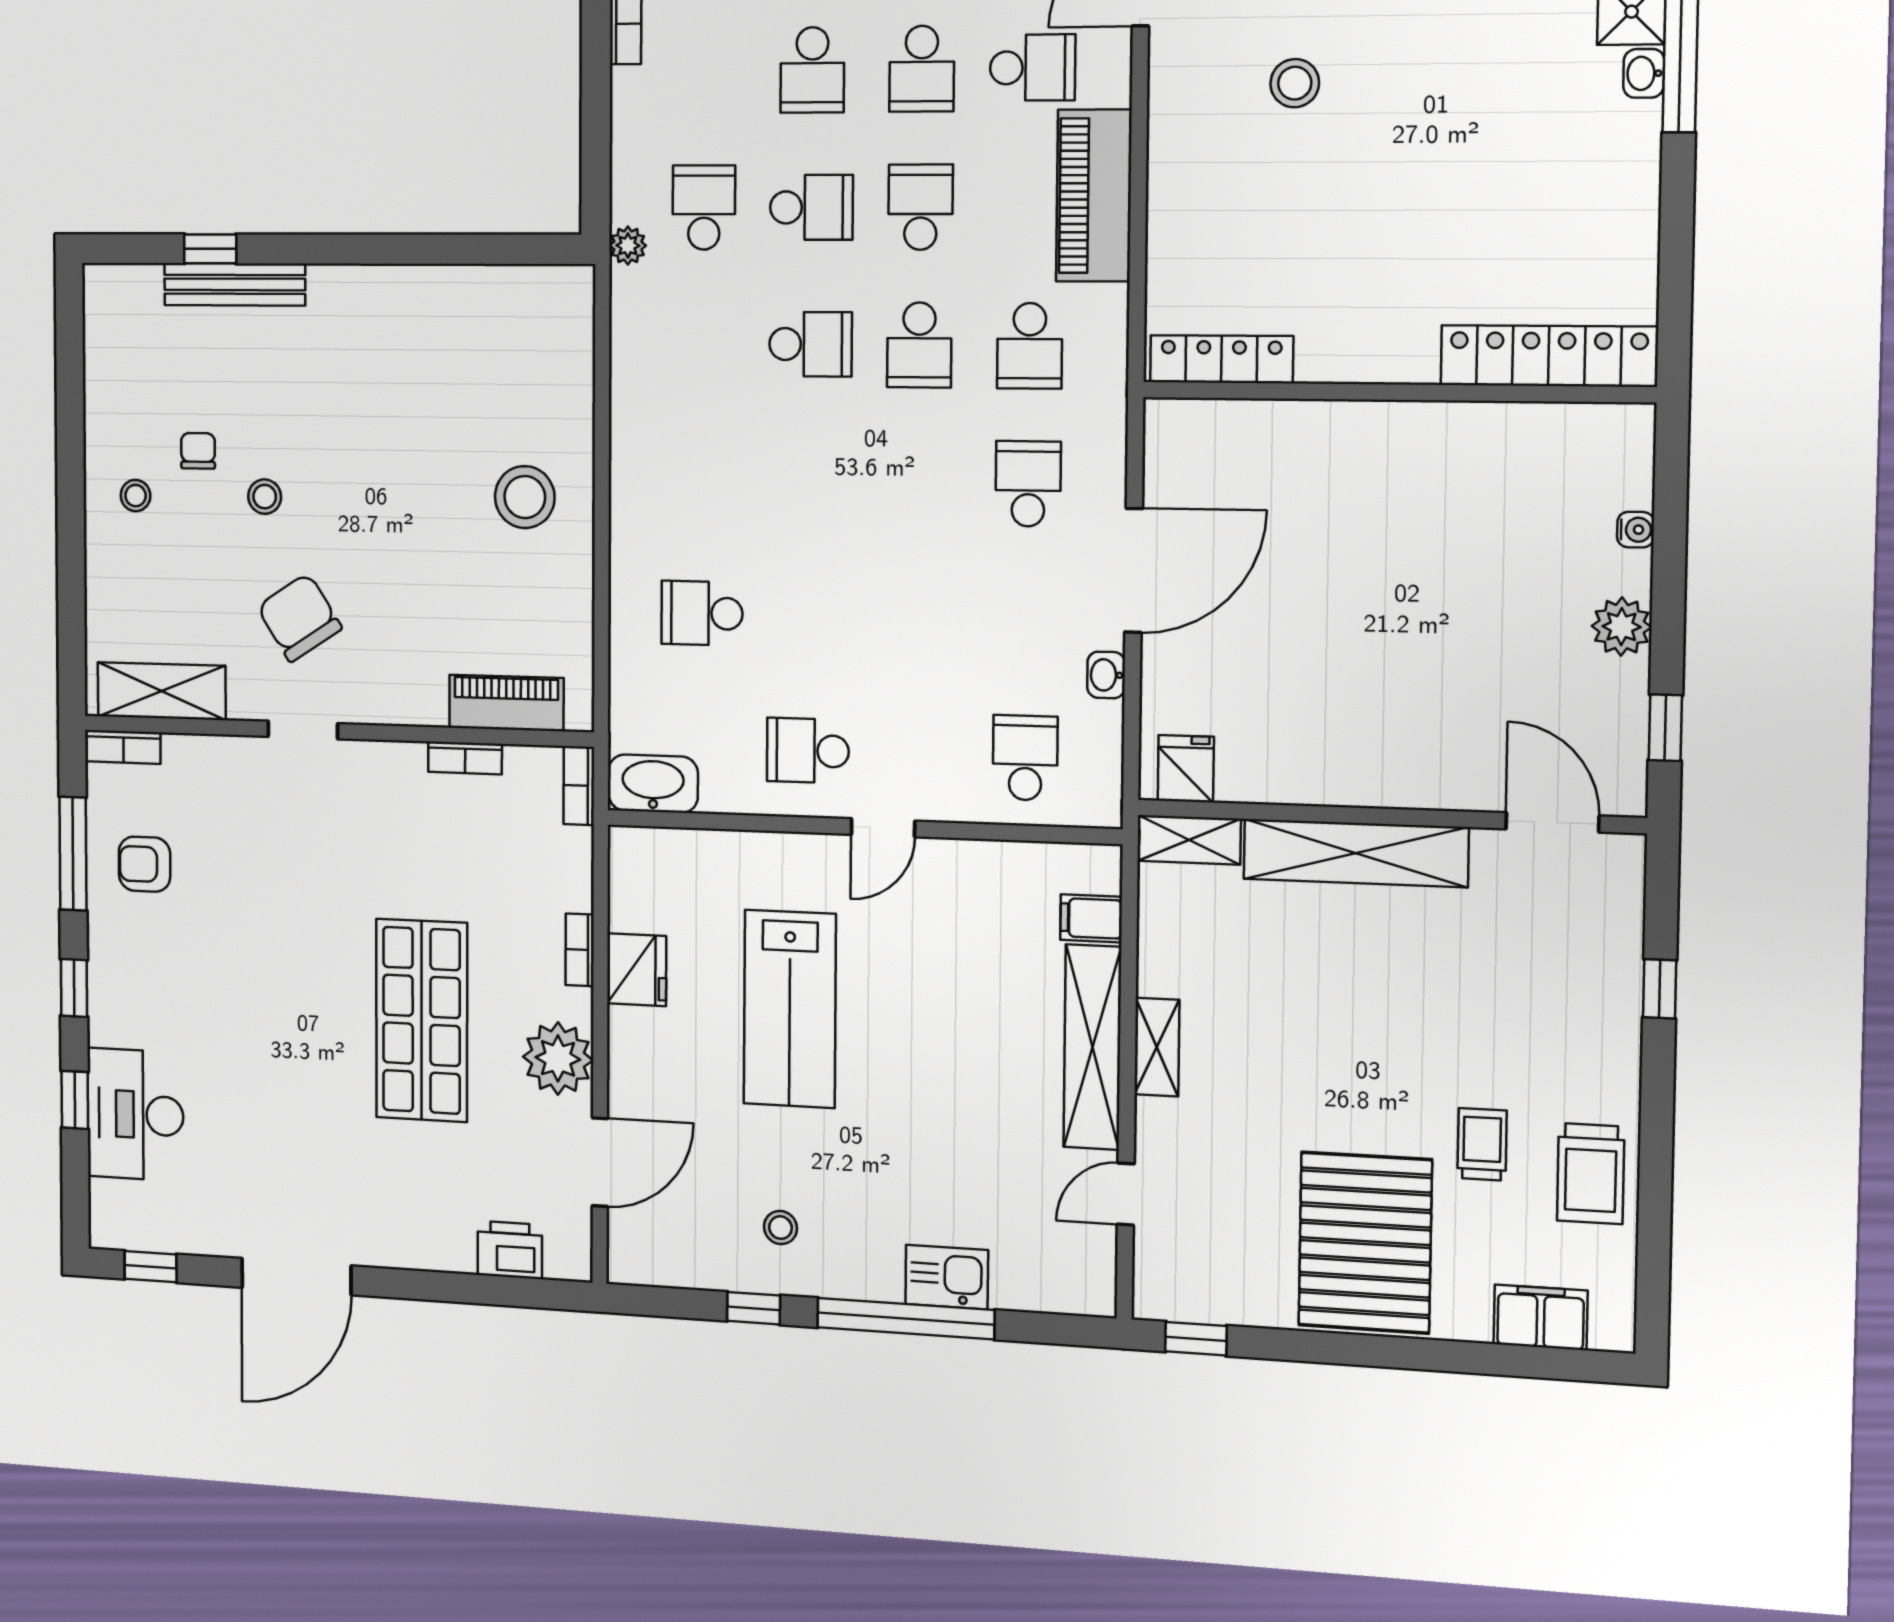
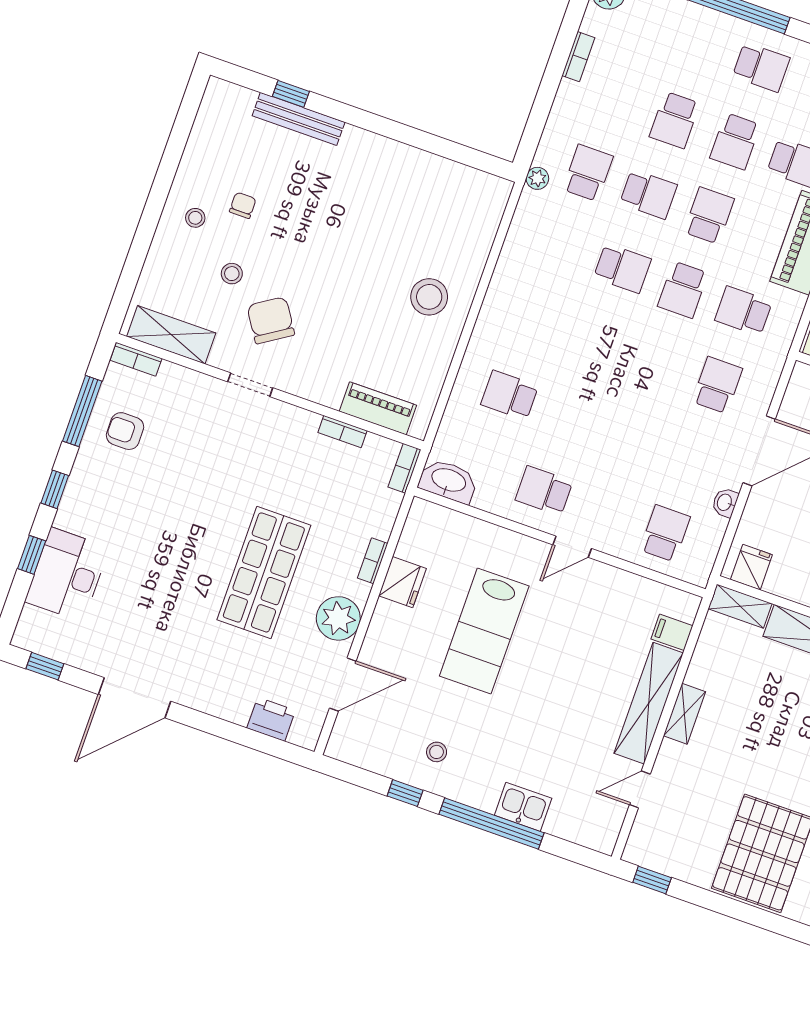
school desk: (1030, 346) -> (743, 311), turned 90
stool: (265, 497) -> (232, 274), moved

